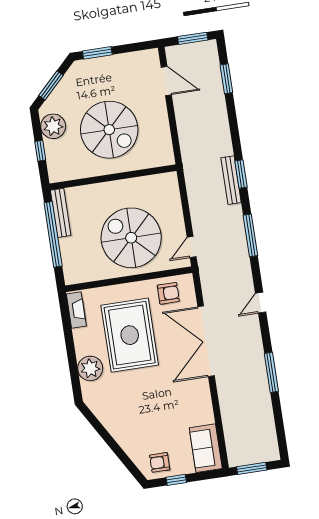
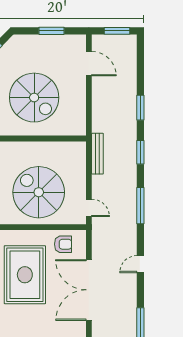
window: (97, 53) -> (52, 31), moved
window: (226, 79) -> (140, 108), moved
bench: (231, 180) -> (97, 154), moved
door: (192, 247) -> (89, 208), swing flipped

